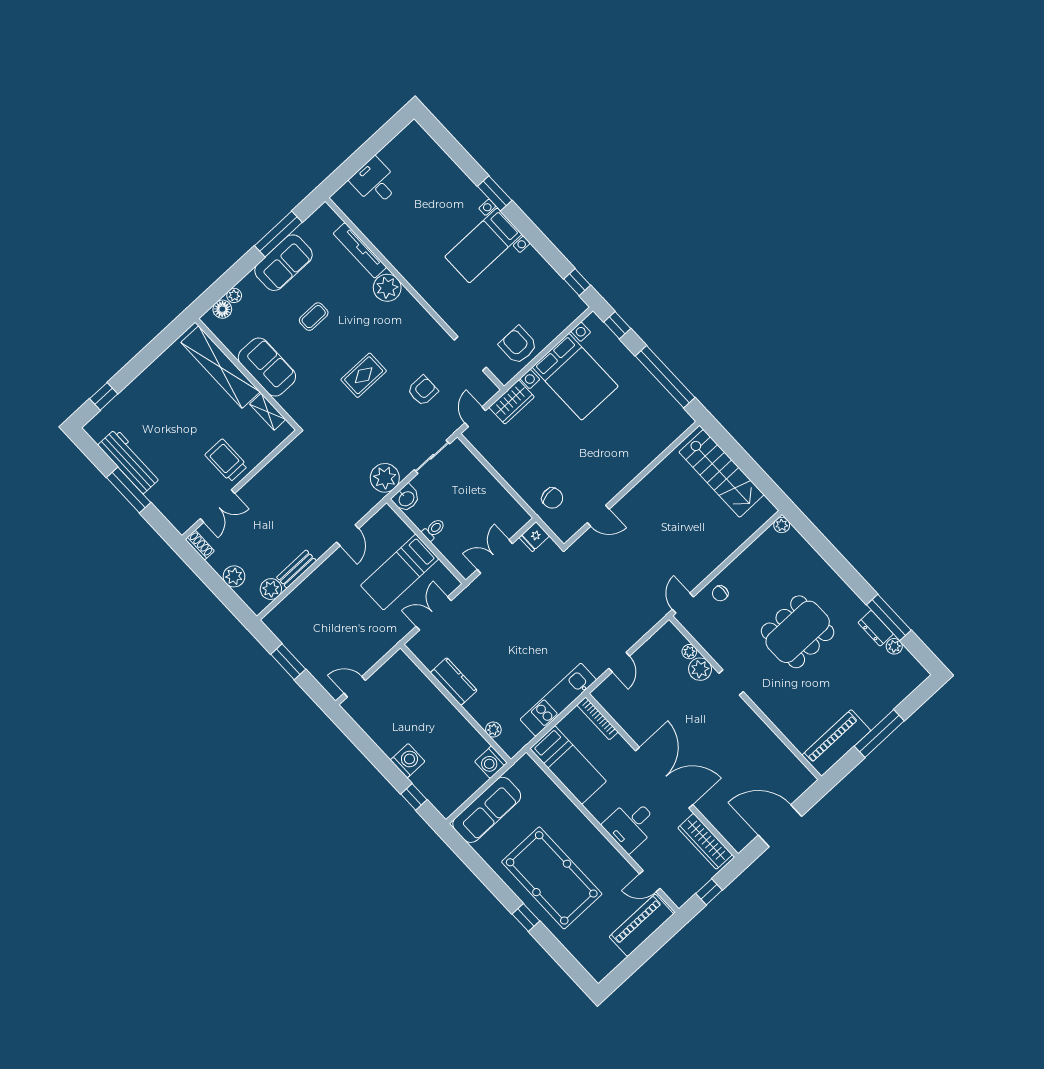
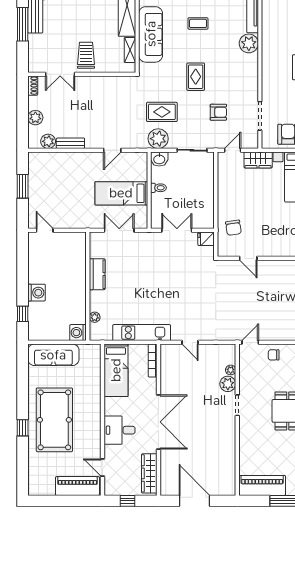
sofa: (267, 367) -> (151, 34), width x1.36
rug: (364, 375) -> (196, 77), turned 90
rug: (362, 446) -> (162, 112), added
door: (619, 662) -> (190, 342), hinge flipped

